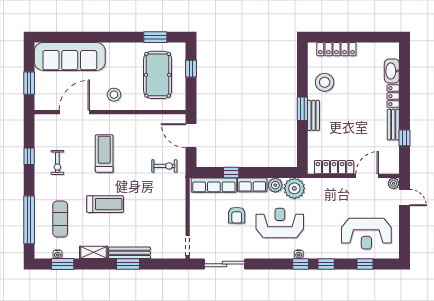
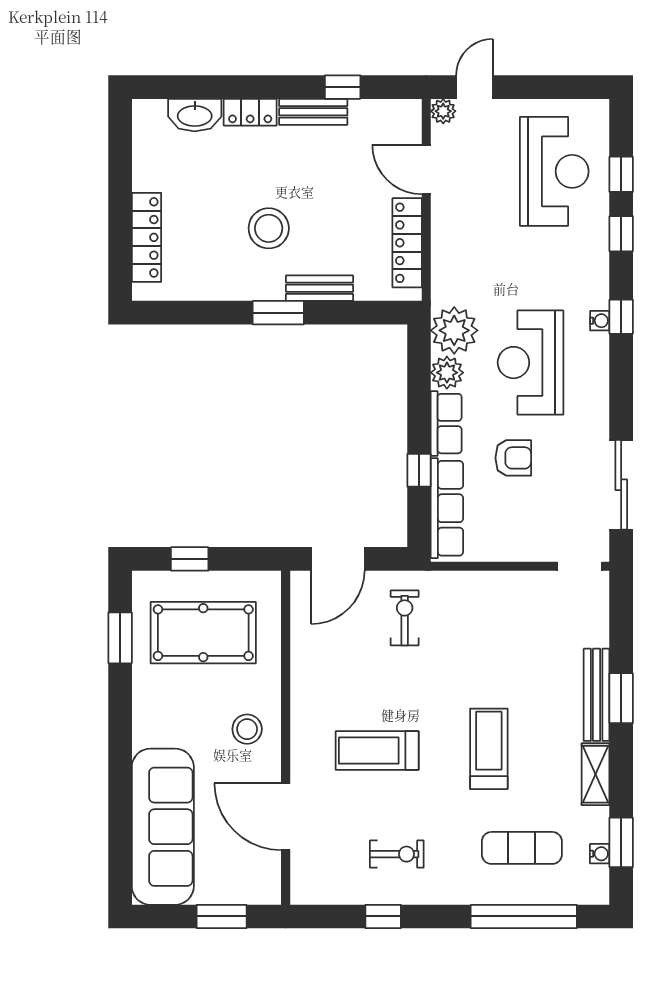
stool: (325, 82) -> (269, 228), moved
bench: (313, 115) -> (319, 288), moved
window: (326, 264) -> (621, 234), moved

